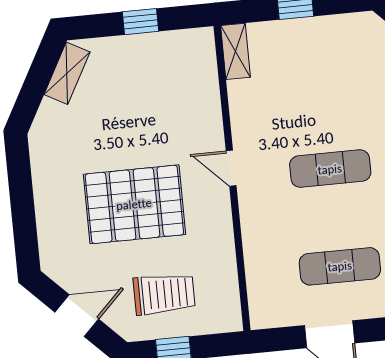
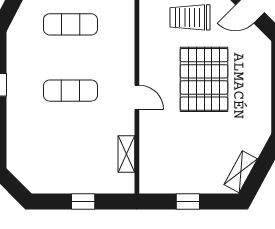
shelving: (235, 51) -> (126, 154), moved
pallet: (134, 204) -> (204, 79), turned 90

